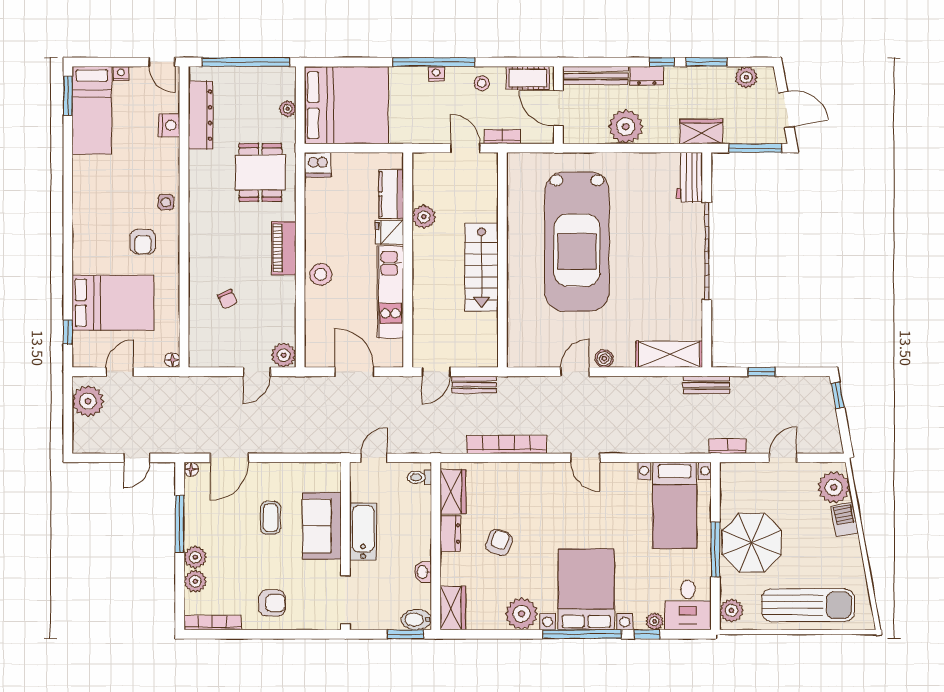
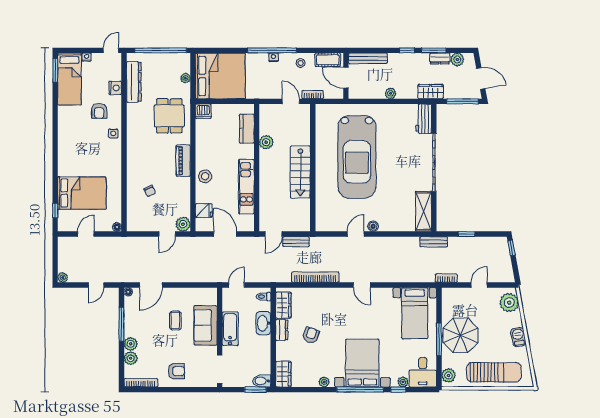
door: (162, 62) -> (111, 50), swing flipped
dresser: (647, 76) -> (440, 59), moved
plant: (626, 127) -> (391, 93), width x0.53, depth x0.53
fridge: (389, 232) -> (204, 211), moved, turned 180
armchair: (143, 242) -> (99, 111), moved
shelving: (669, 354) -> (423, 211), moved, turned 90
plant: (88, 401) -> (63, 277), moved, width x0.53, depth x0.53
barbecue: (845, 519) -> (518, 337), moved
washbasin: (423, 572) -> (263, 323), moved, width x1.91, depth x1.45
plant: (522, 614) -> (324, 382), width x0.53, depth x0.53

